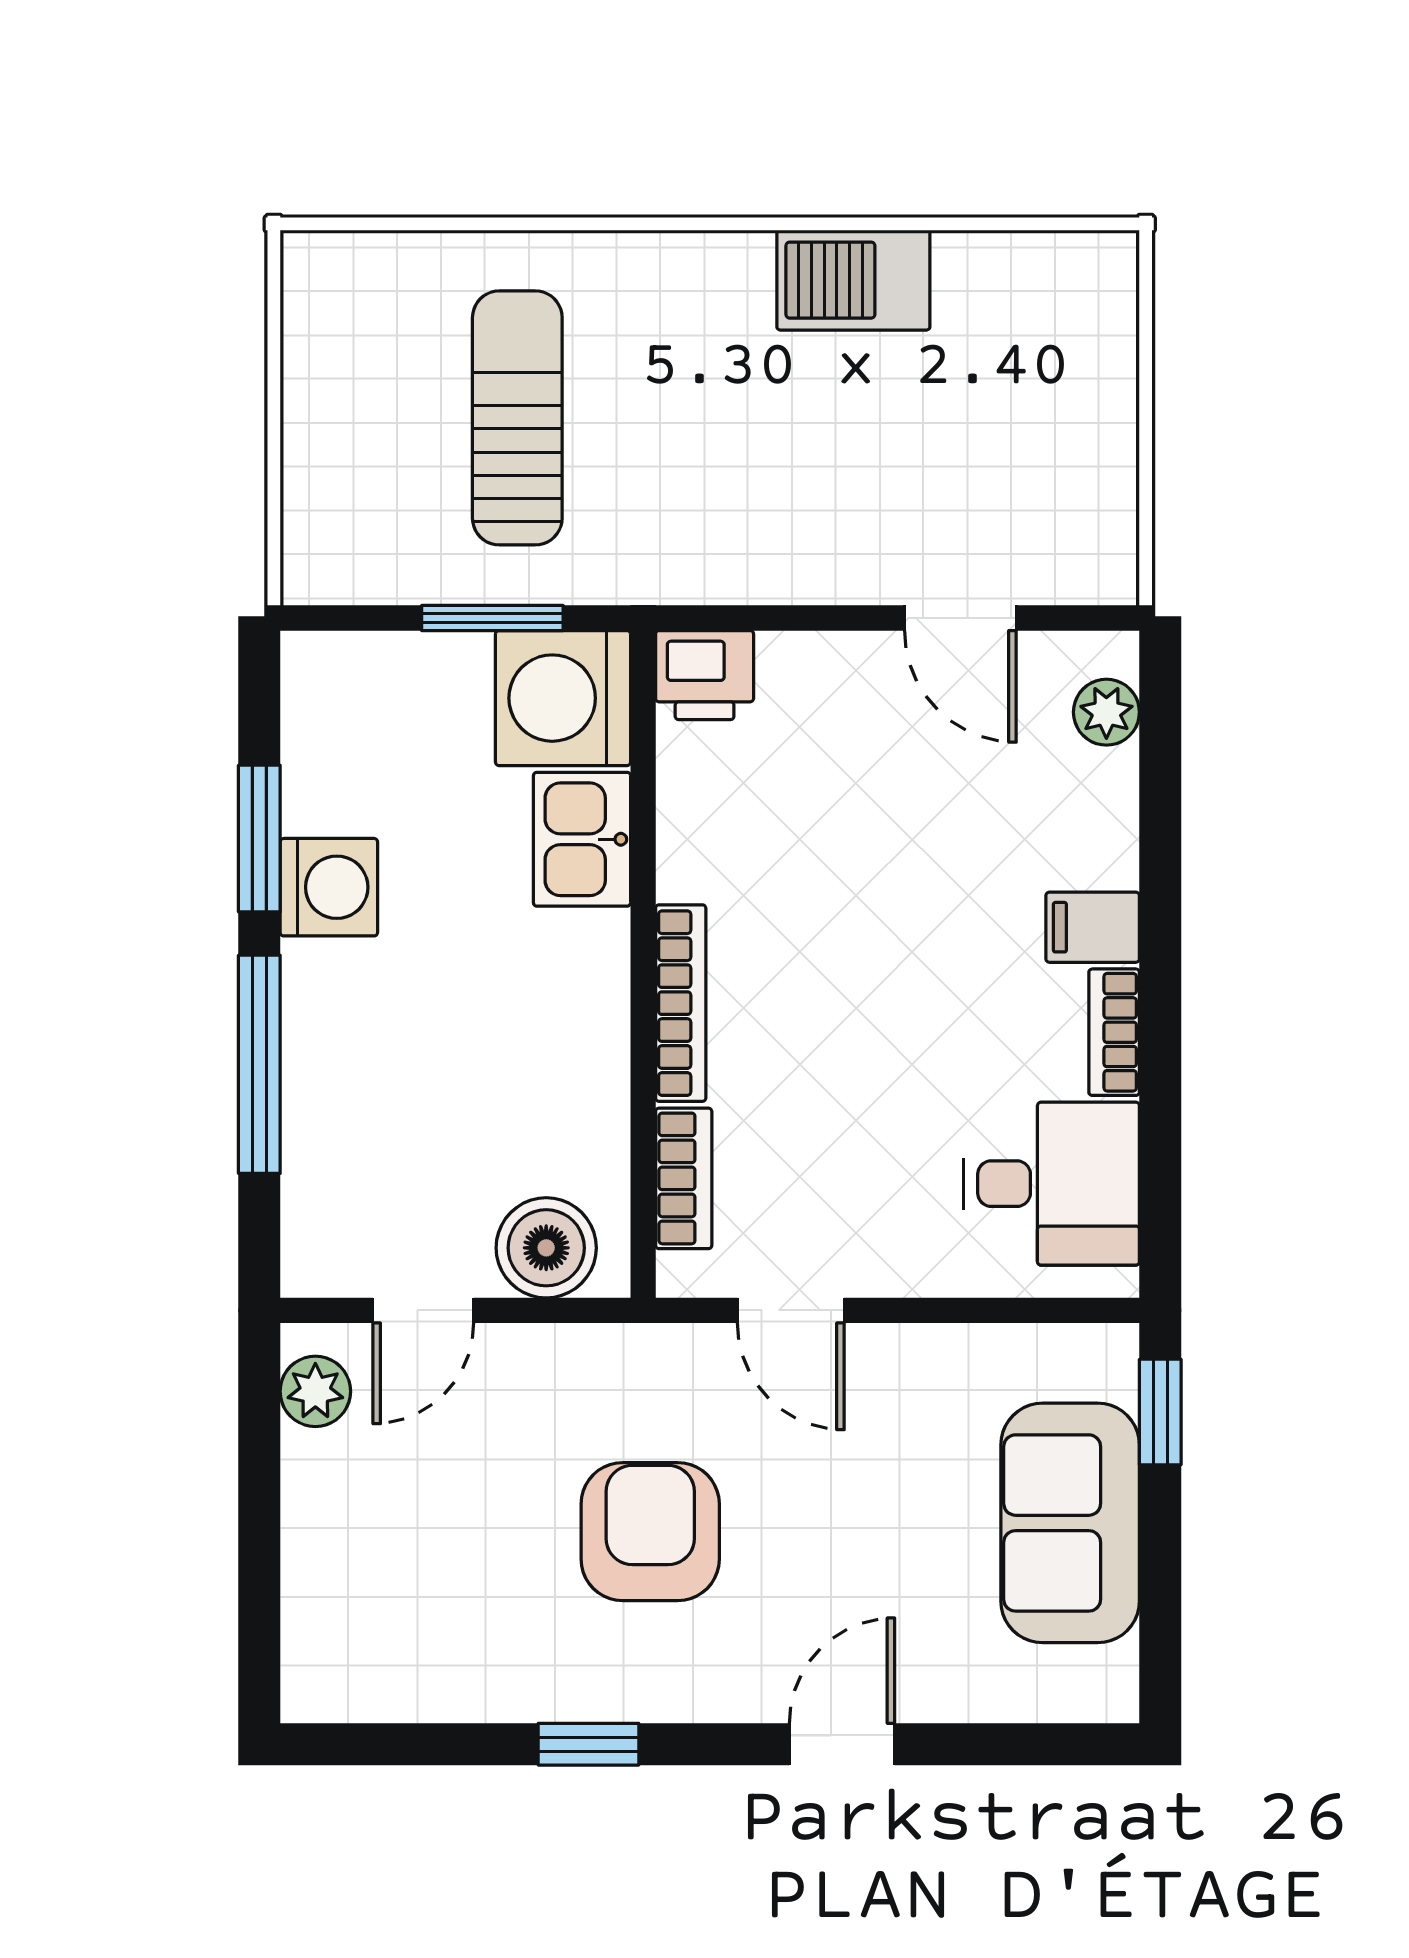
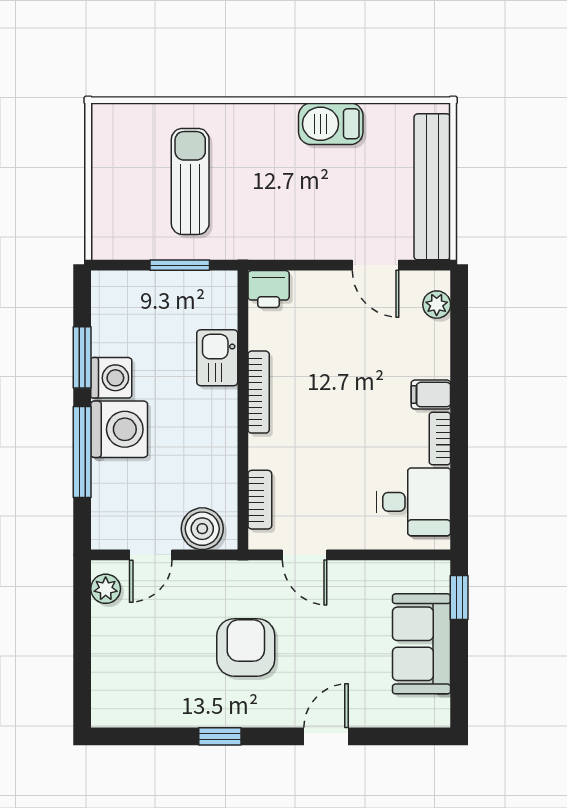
bench: (1096, 431) -> (432, 187), added
washing machine: (563, 698) -> (119, 429), moved, turned 180
bookcase: (681, 1003) -> (259, 392), moved

